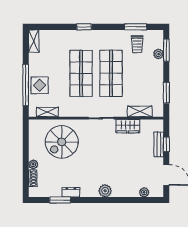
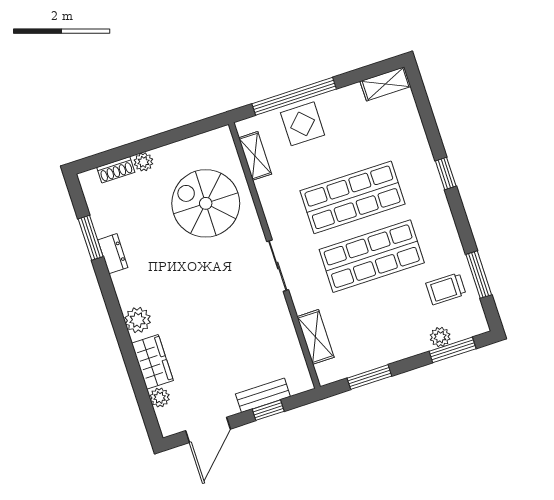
wardrobe: (128, 126) -> (152, 362), moved, turned 180

